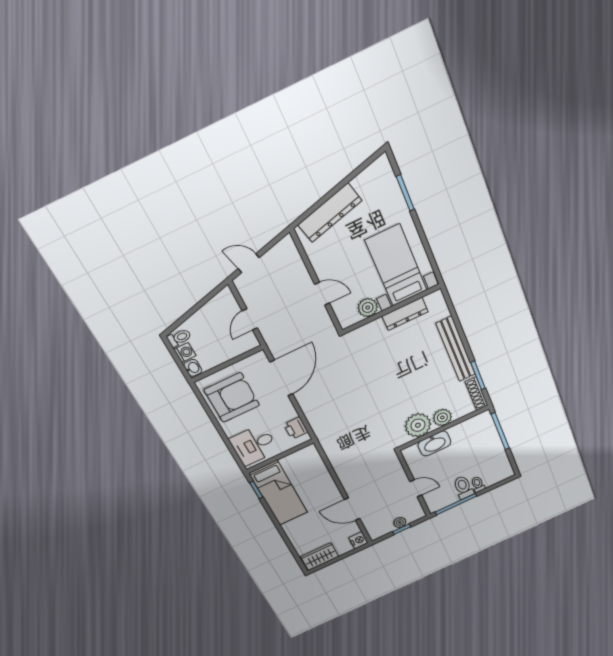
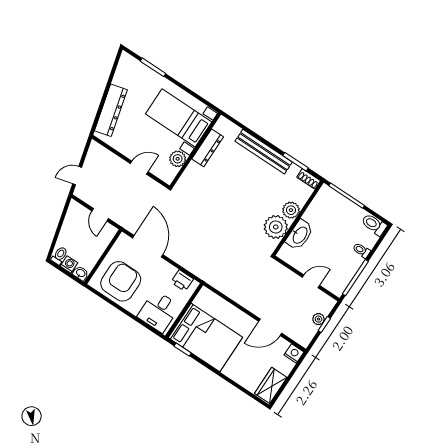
shoe rack: (476, 394) -> (309, 179), width x0.70
toilet: (463, 487) -> (374, 225), moved
bed: (278, 493) -> (205, 337), width x1.50

